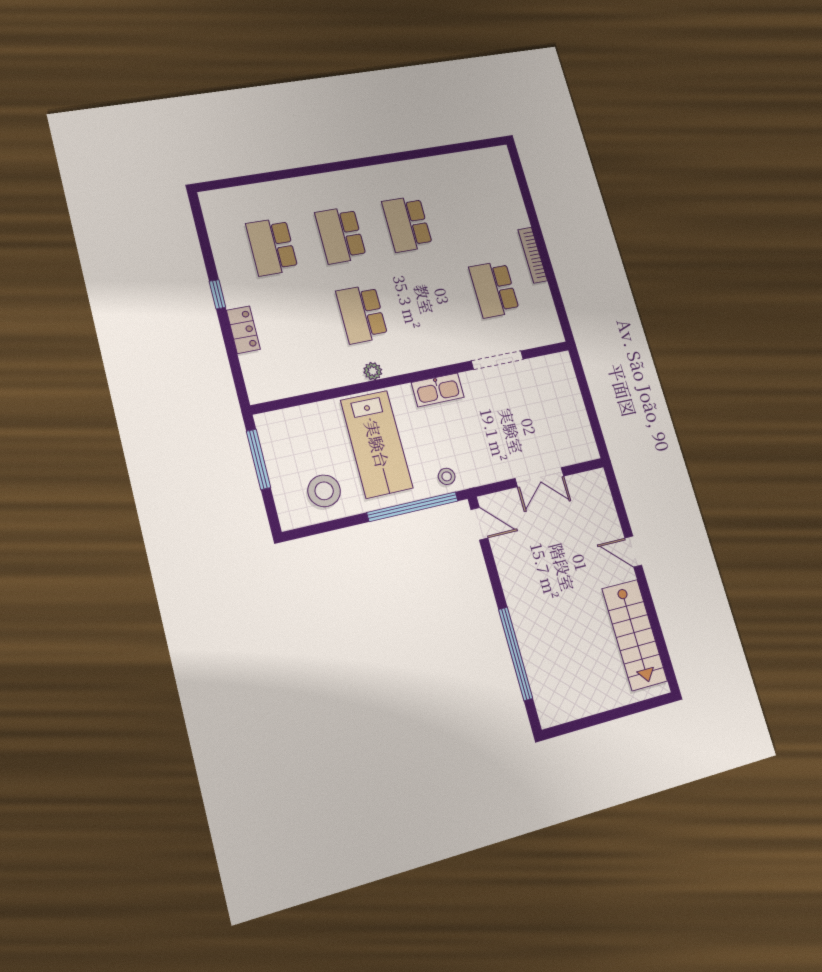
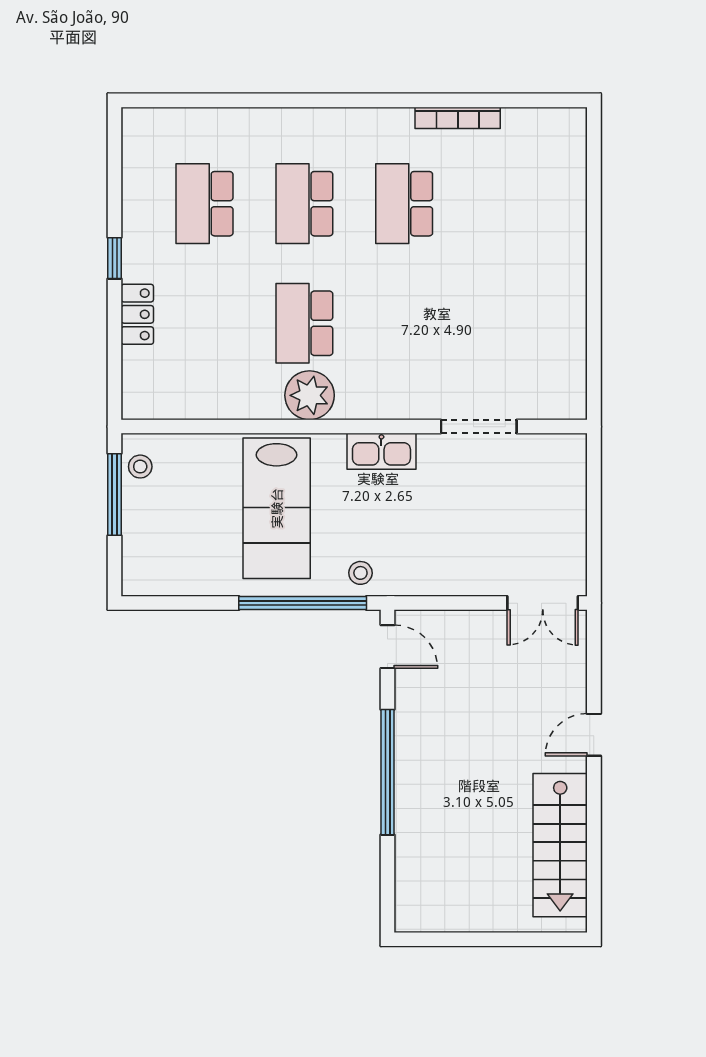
bookcase: (533, 255) -> (458, 118), moved, turned -90
school desk: (494, 289) -> (504, 323), removed
plant: (373, 371) -> (310, 395), width x1.87, depth x1.87
double door: (539, 477) -> (543, 603), moved
stool: (324, 491) -> (140, 467), moved, width x0.53, depth x0.53
door: (633, 552) -> (594, 735), hinge flipped
window: (516, 654) -> (388, 772), moved

